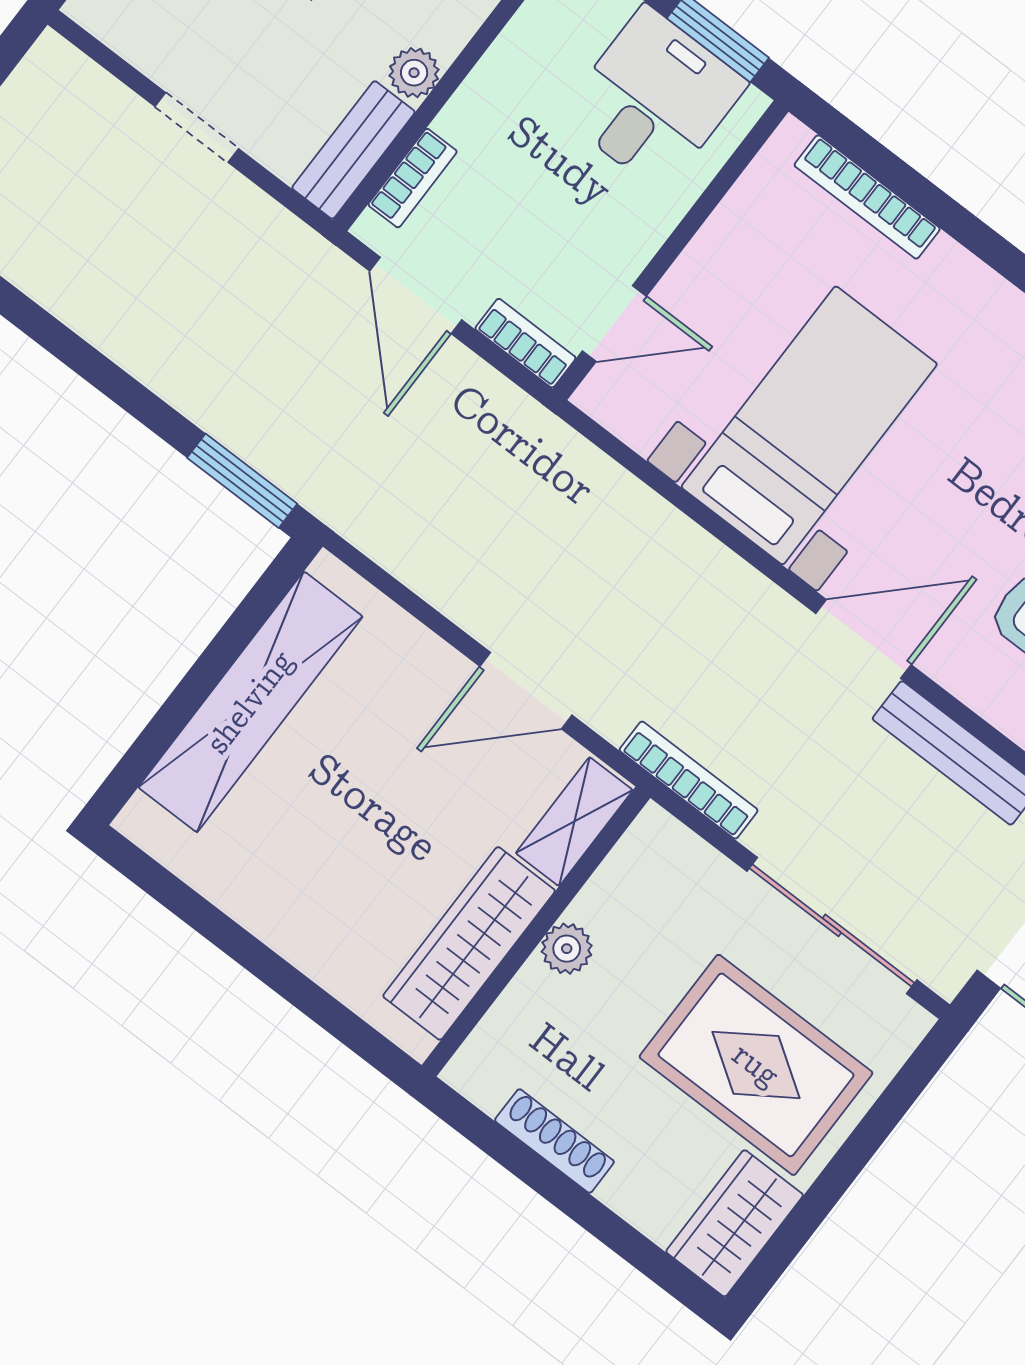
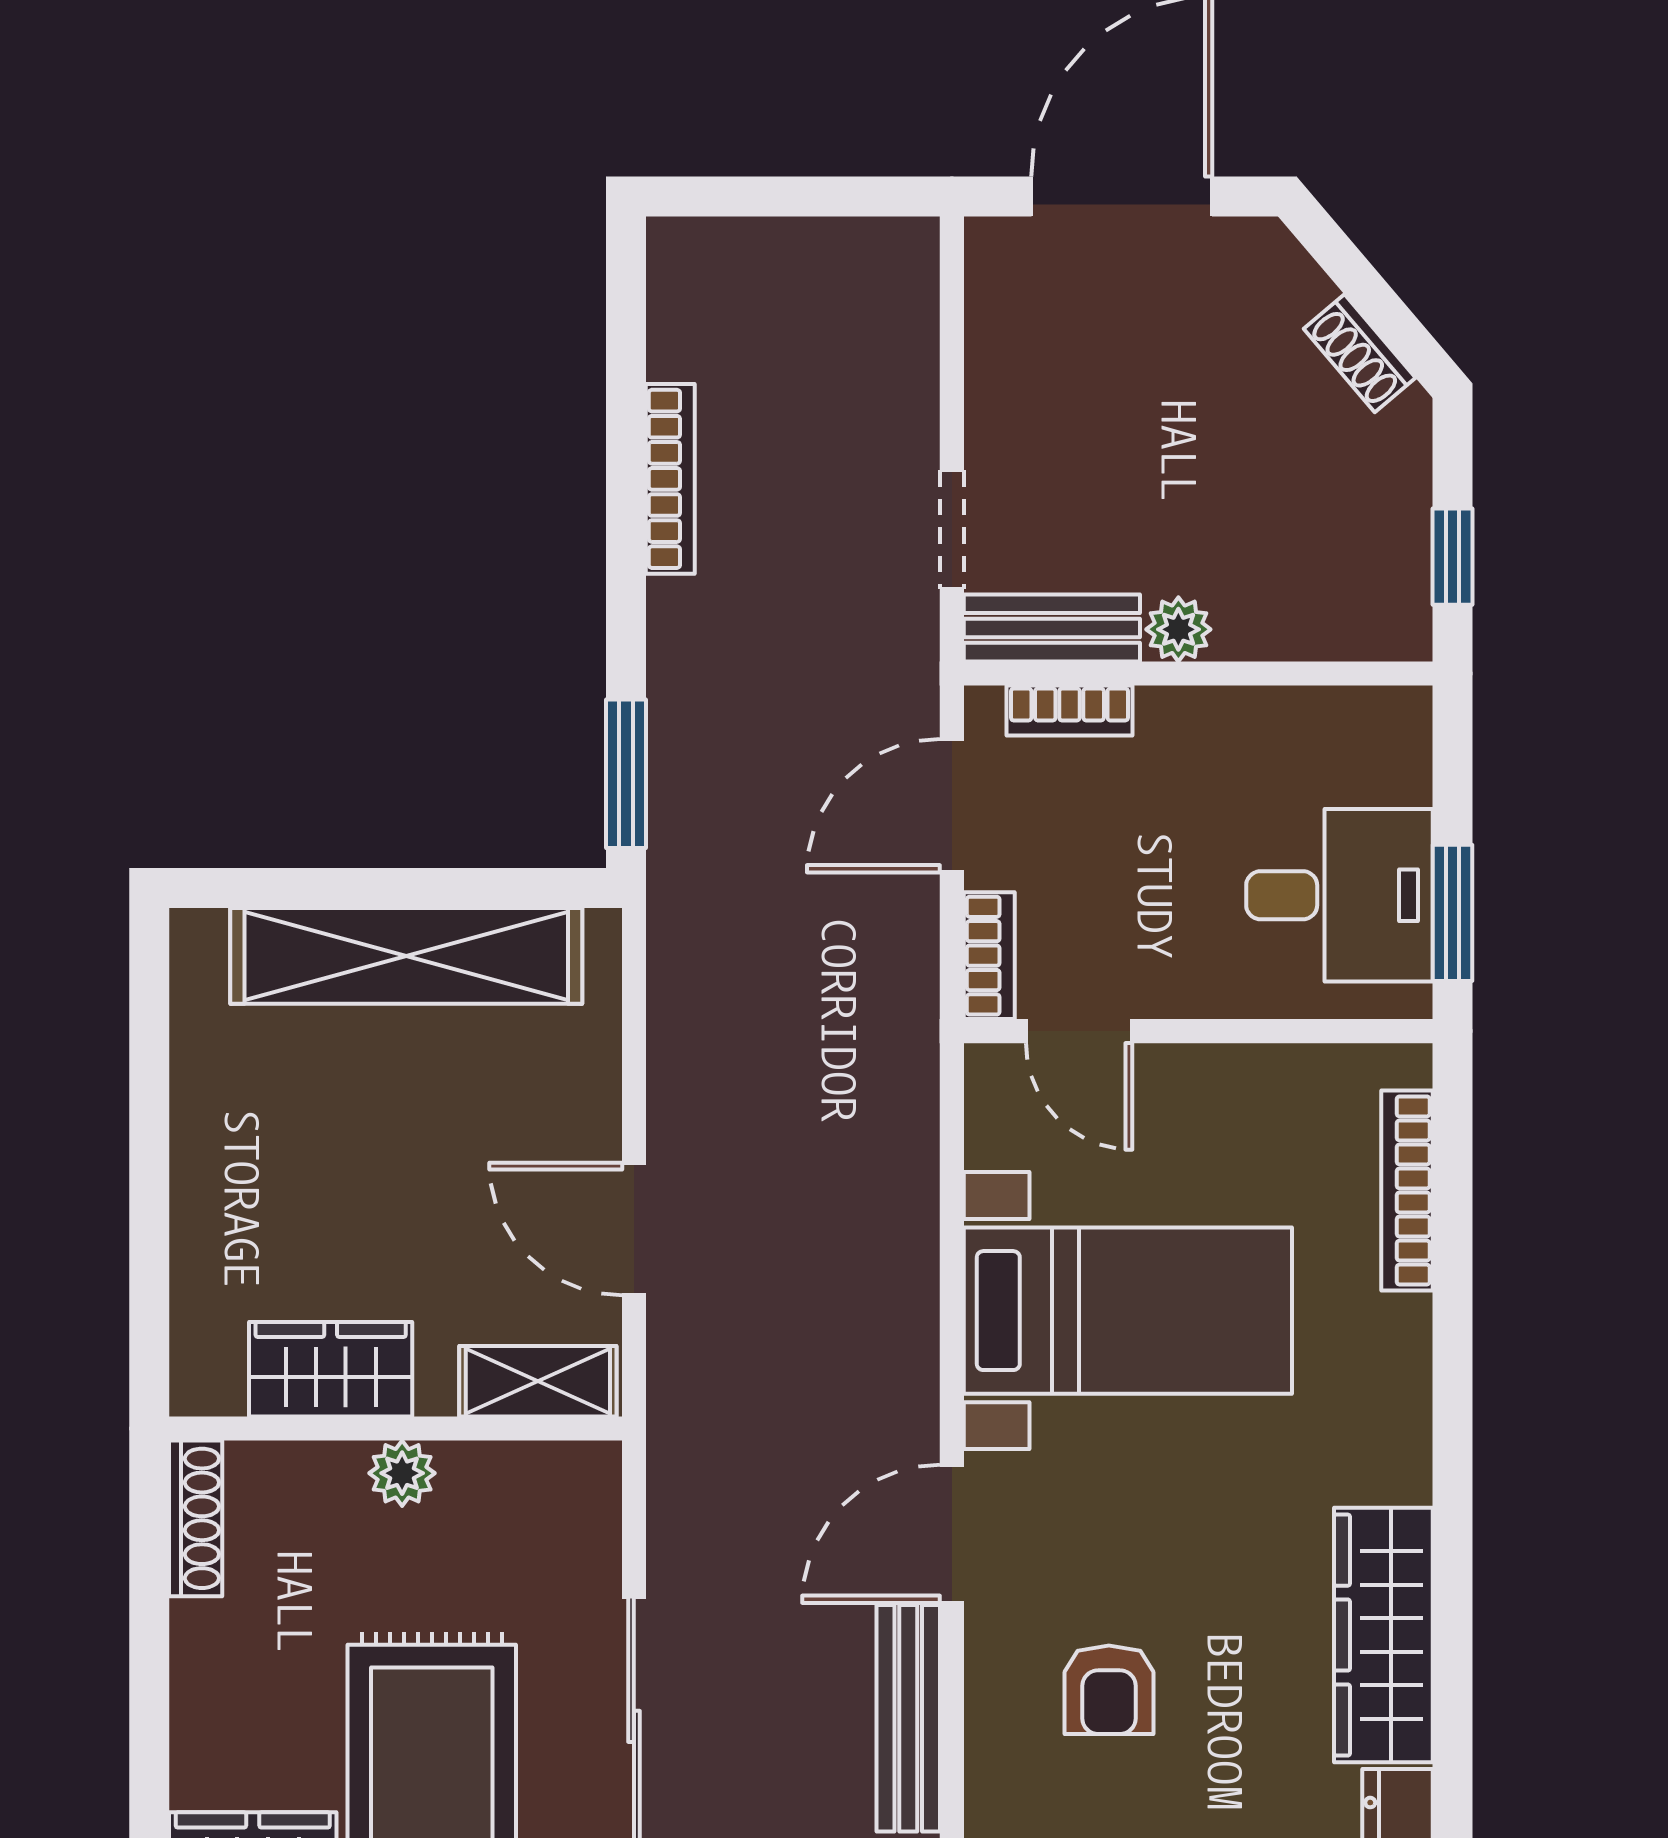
doorway: (197, 128) -> (952, 530), moved
door: (864, 639) -> (952, 1534), swing flipped
bookcase: (689, 780) -> (670, 479), moved
wardrobe: (469, 943) -> (331, 1369), width x0.67
shoe rack: (554, 1141) -> (196, 1518), moved

